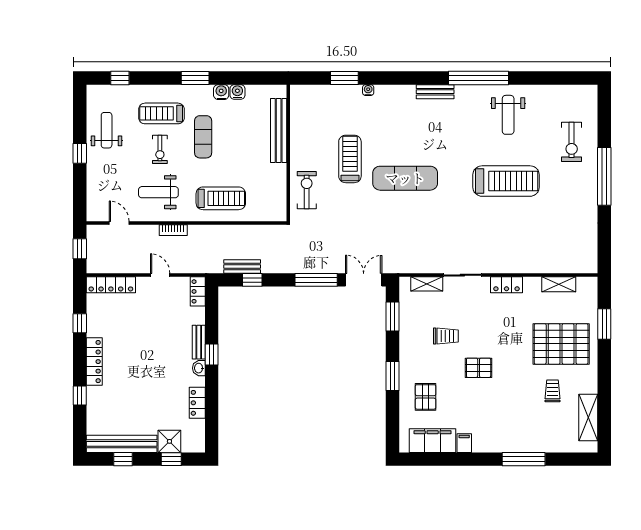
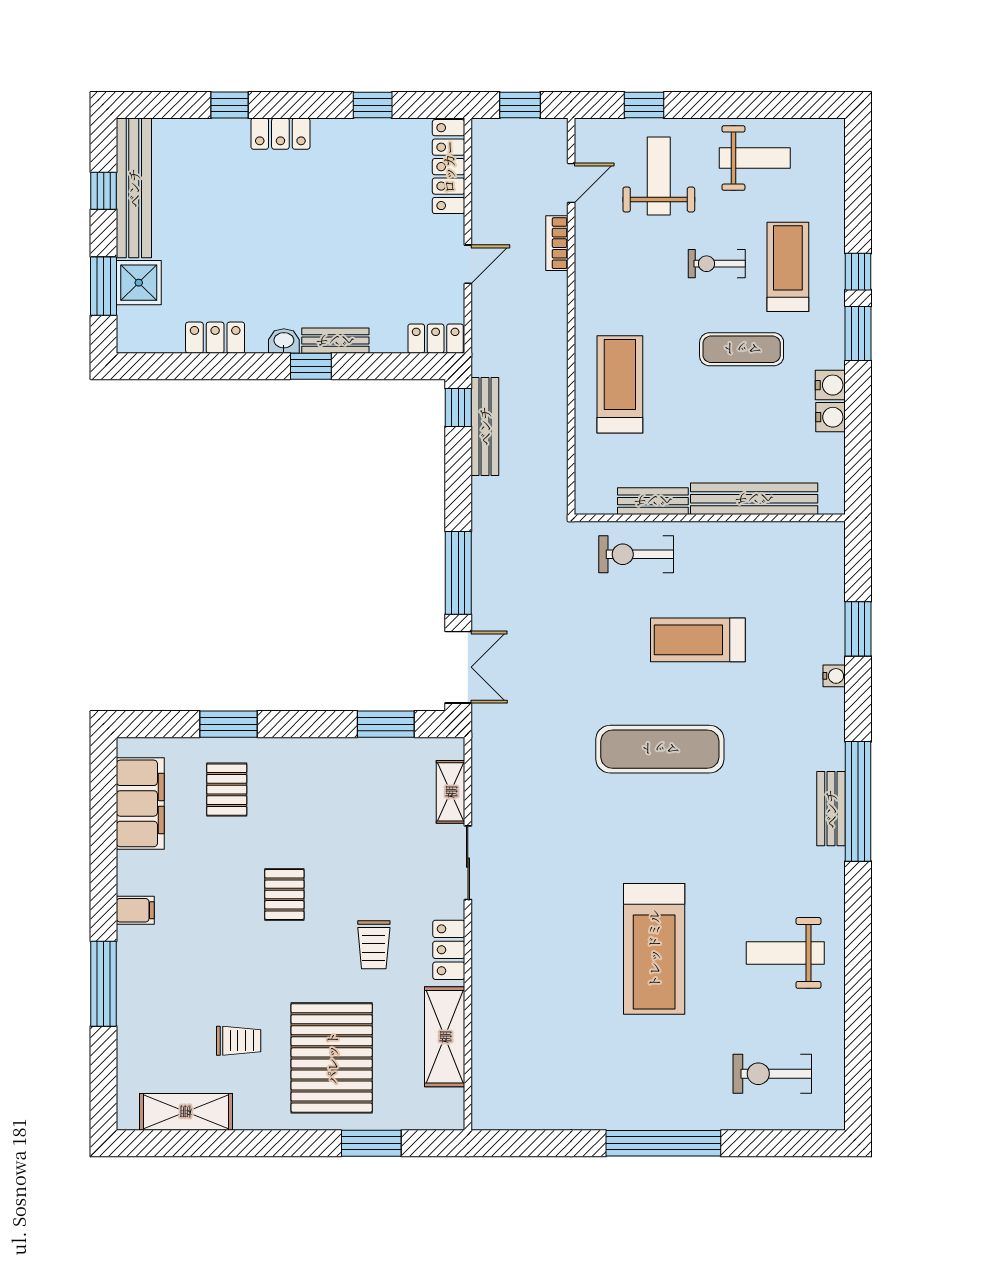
window: (120, 78) -> (858, 272), moved
window: (479, 78) -> (858, 801), moved
exercise bike: (572, 142) -> (772, 1074), moved
window: (80, 153) -> (644, 105), moved
treadmill: (350, 159) -> (698, 640), turned 180
exercise mat: (405, 178) -> (660, 749), turned 90
bench: (280, 182) -> (653, 501), added
exercise bike: (307, 190) -> (636, 554), turned 180
weight bench: (158, 192) -> (659, 176), moved
treadmill: (221, 198) -> (620, 384), turned 180
bookcase: (173, 230) -> (557, 243), moved
bench: (242, 267) -> (485, 426), width x1.36
window: (252, 280) -> (458, 407), moved
shelving: (559, 284) -> (445, 1037), width x1.50, depth x1.33
trolley: (446, 336) -> (374, 945), moved
locker: (94, 362) -> (280, 134), width x0.66
window: (393, 376) -> (228, 724), moved
pallet: (426, 397) -> (227, 790), turned 90
filing cabinet: (464, 443) -> (135, 910), moved
window: (171, 459) -> (104, 286), width x1.50

